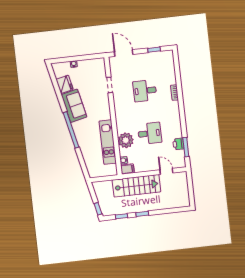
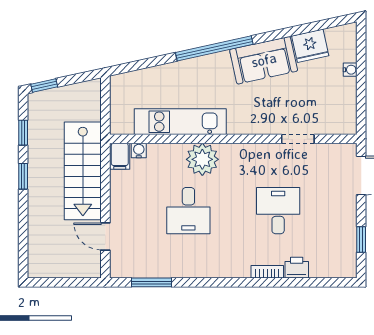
plant: (126, 140) -> (202, 159), moved
printer: (178, 144) -> (297, 268), moved
door: (166, 171) -> (105, 236), swing flipped

